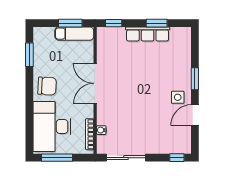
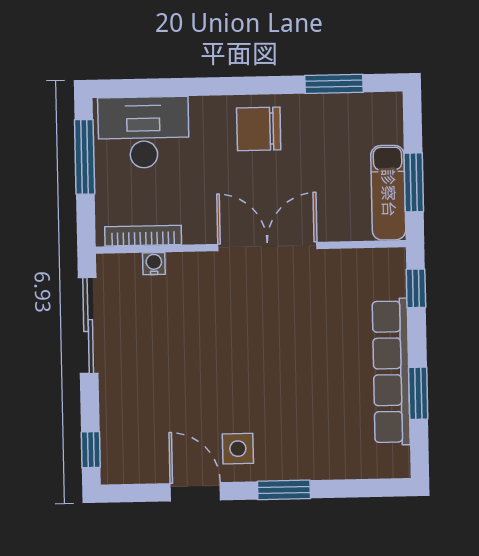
row of seats: (148, 34) -> (391, 372), width x1.36
chair: (47, 86) -> (259, 129), turned 87
desk: (52, 126) -> (143, 132), width x0.73, depth x0.77

